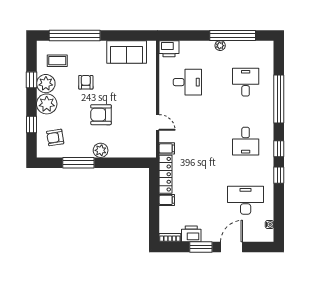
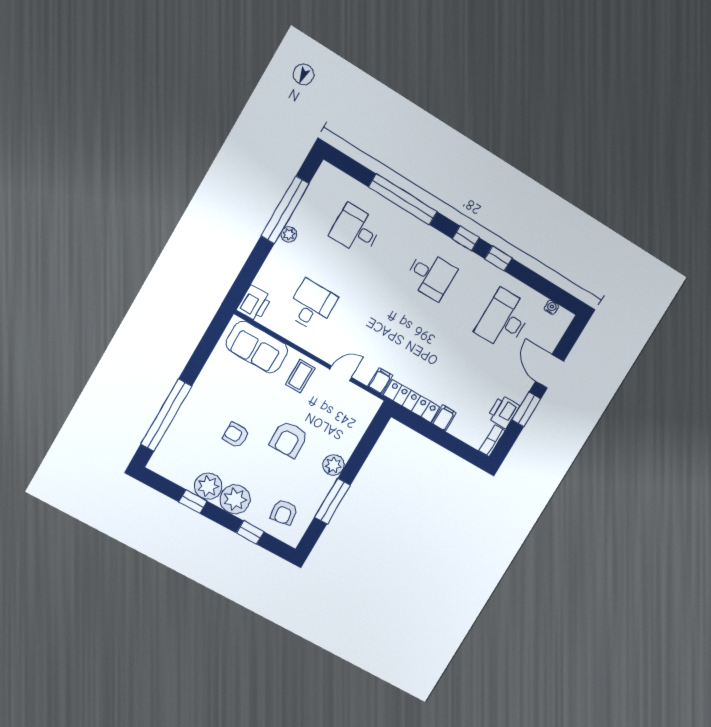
sofa: (127, 52) -> (257, 347), moved, turned 90
coffee table: (57, 61) -> (300, 376), moved

